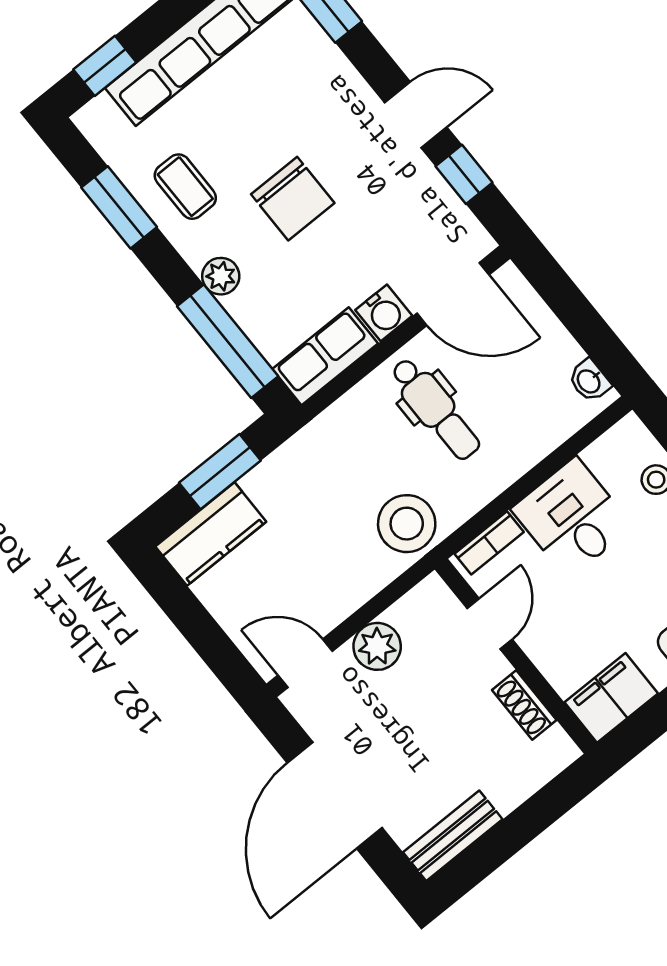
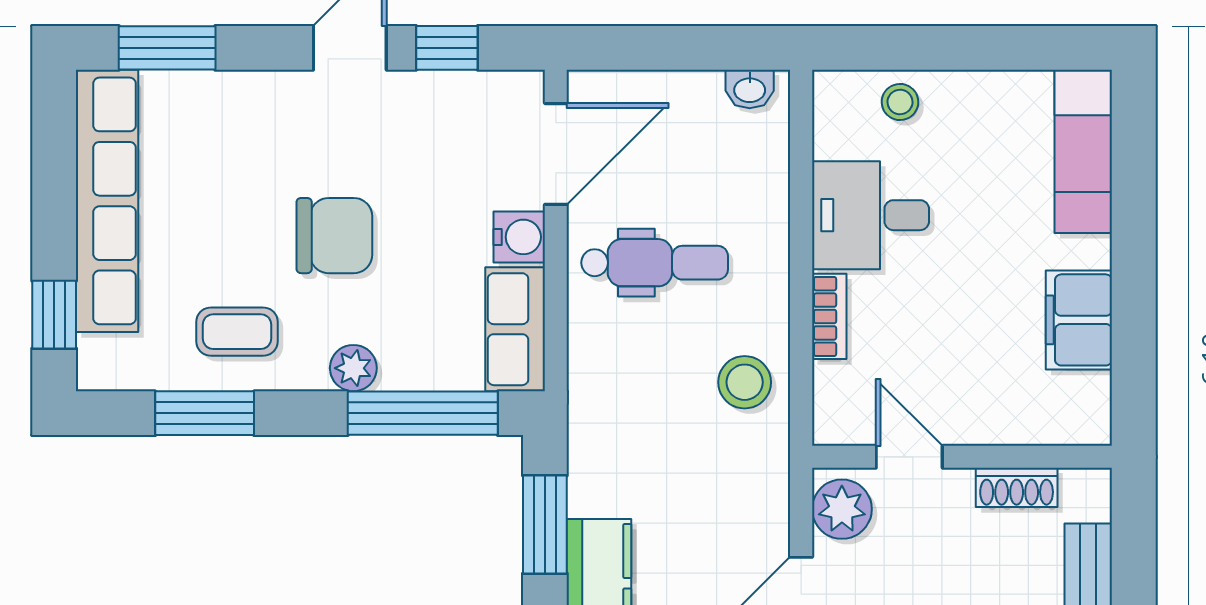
stool: (407, 524) -> (745, 382), width x0.73, depth x0.73
door: (490, 624) -> (909, 457), moved
wall: (516, 656) -> (962, 457), moved
shoe rack: (524, 705) -> (1017, 487), moved

